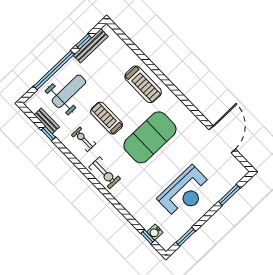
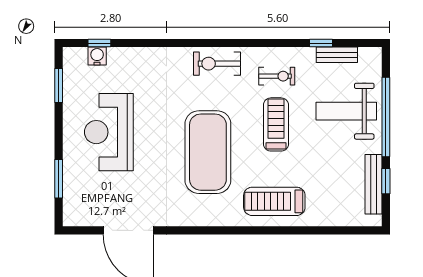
weight bench: (69, 91) -> (346, 111), turned 90
treadmill: (107, 118) -> (276, 124), turned -90

